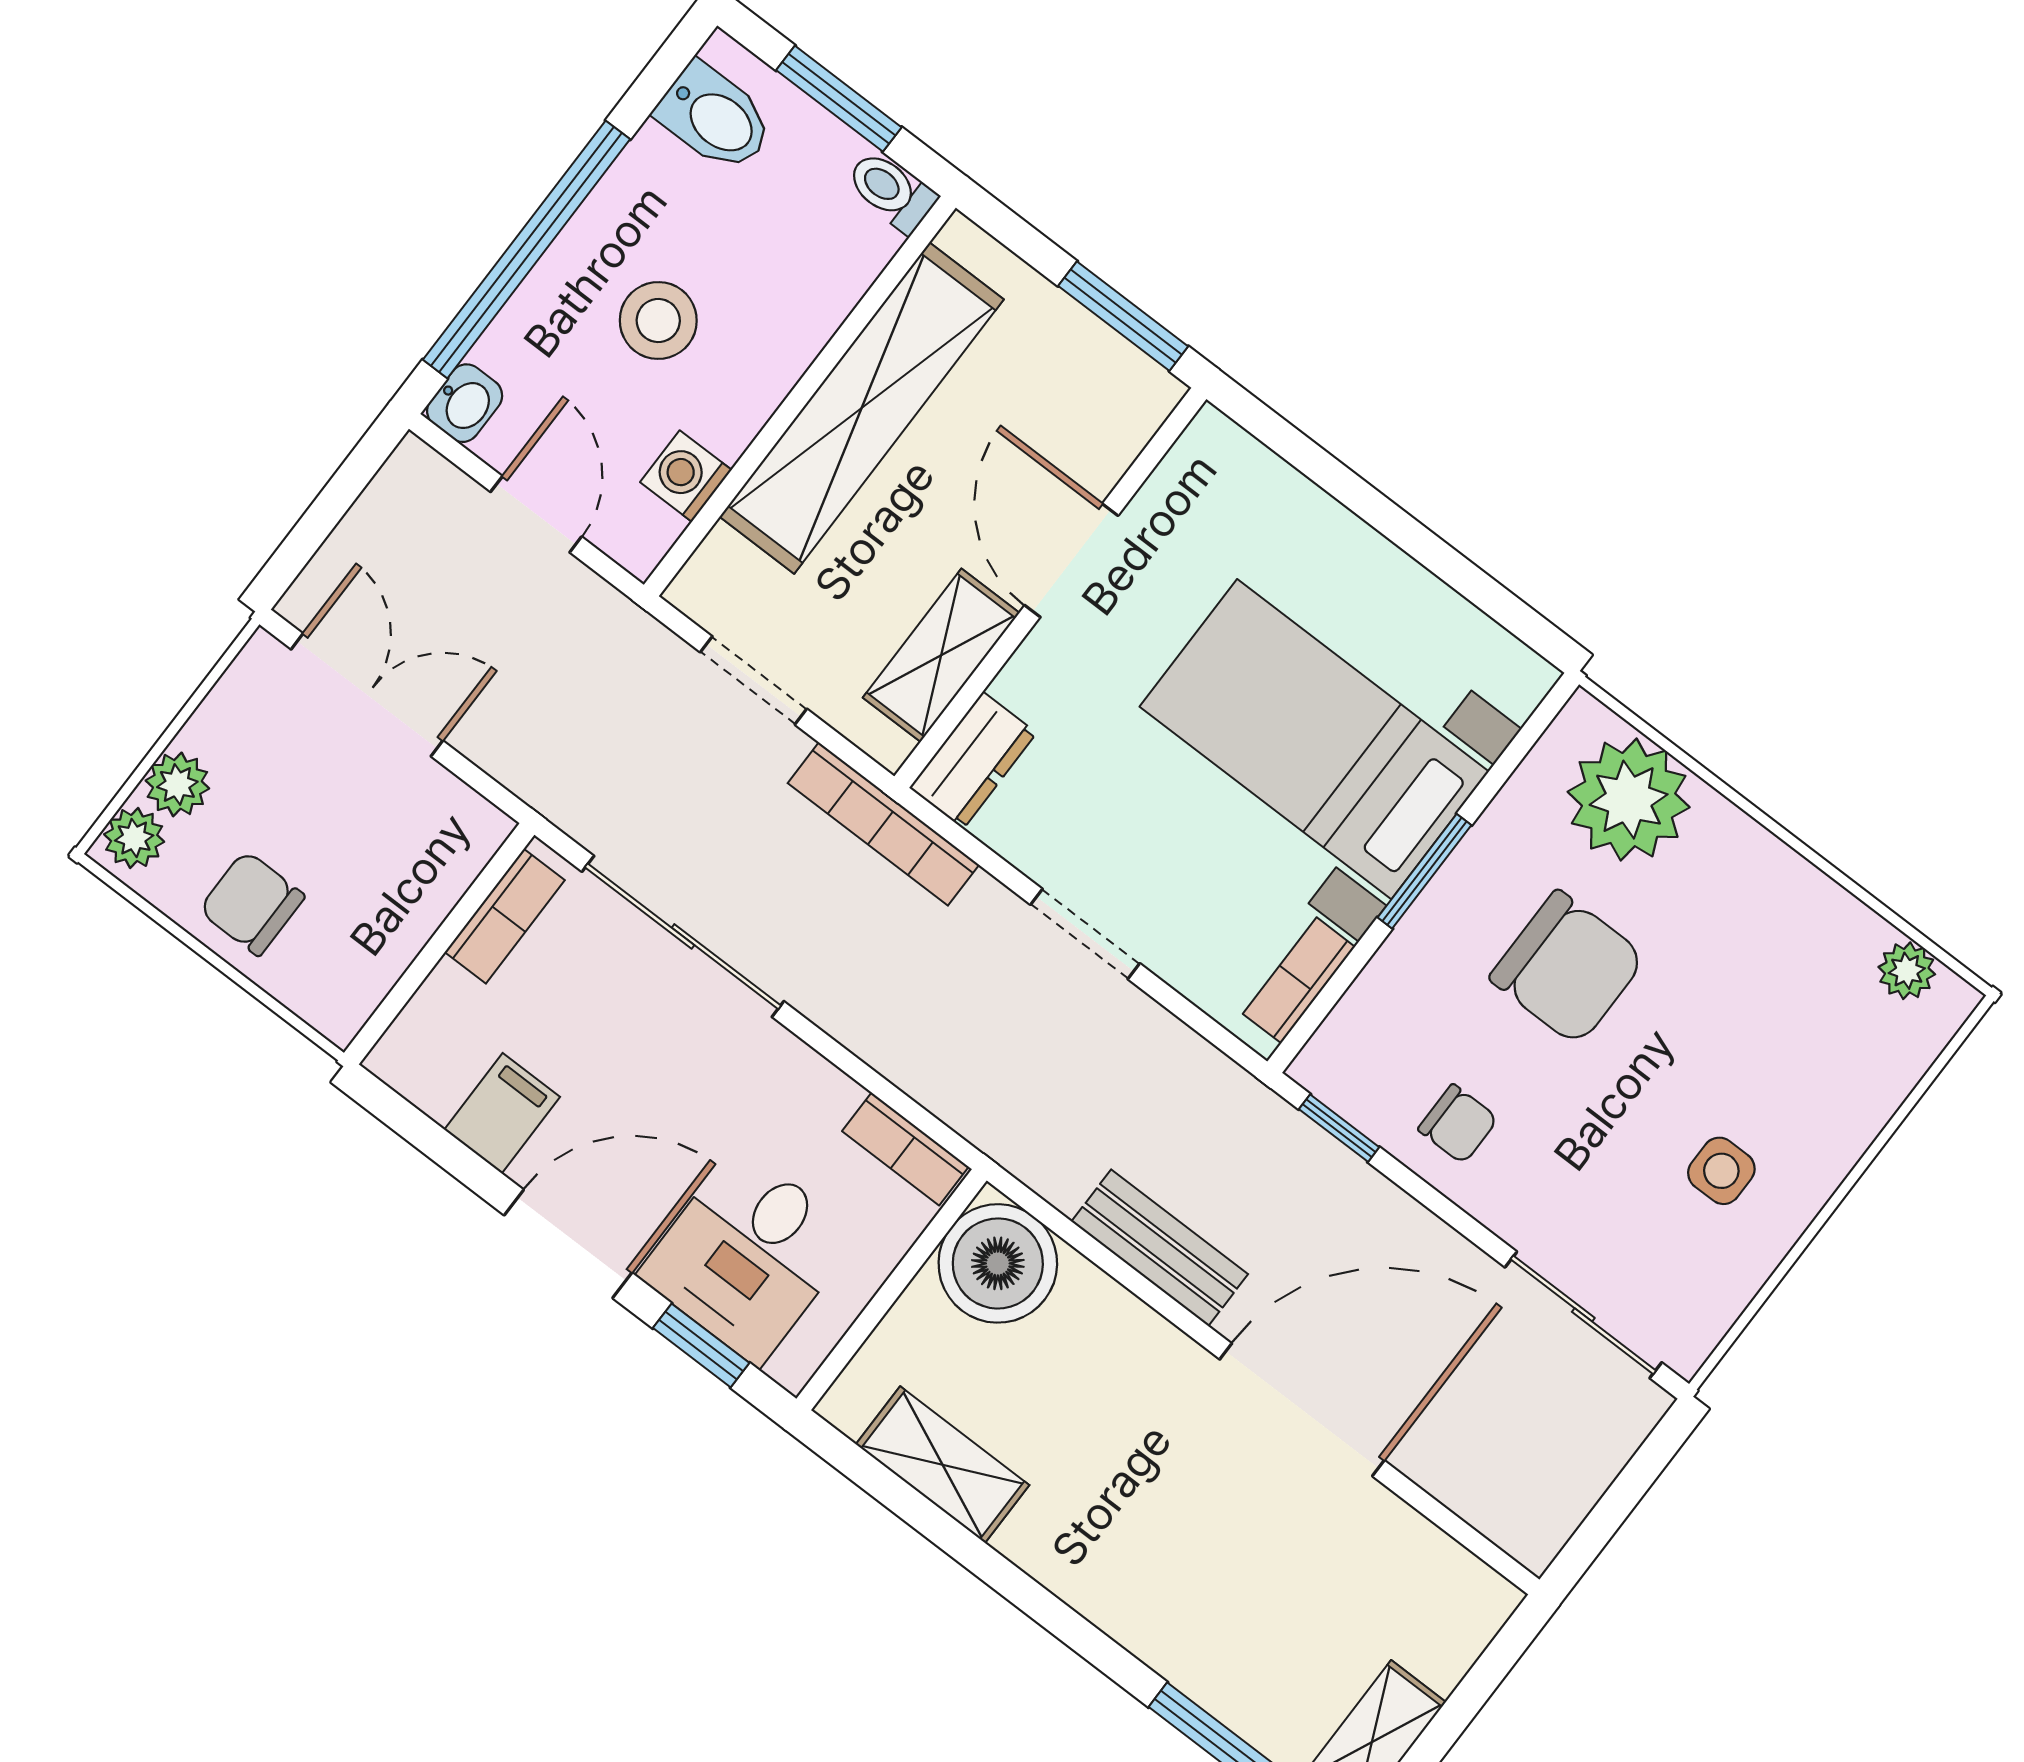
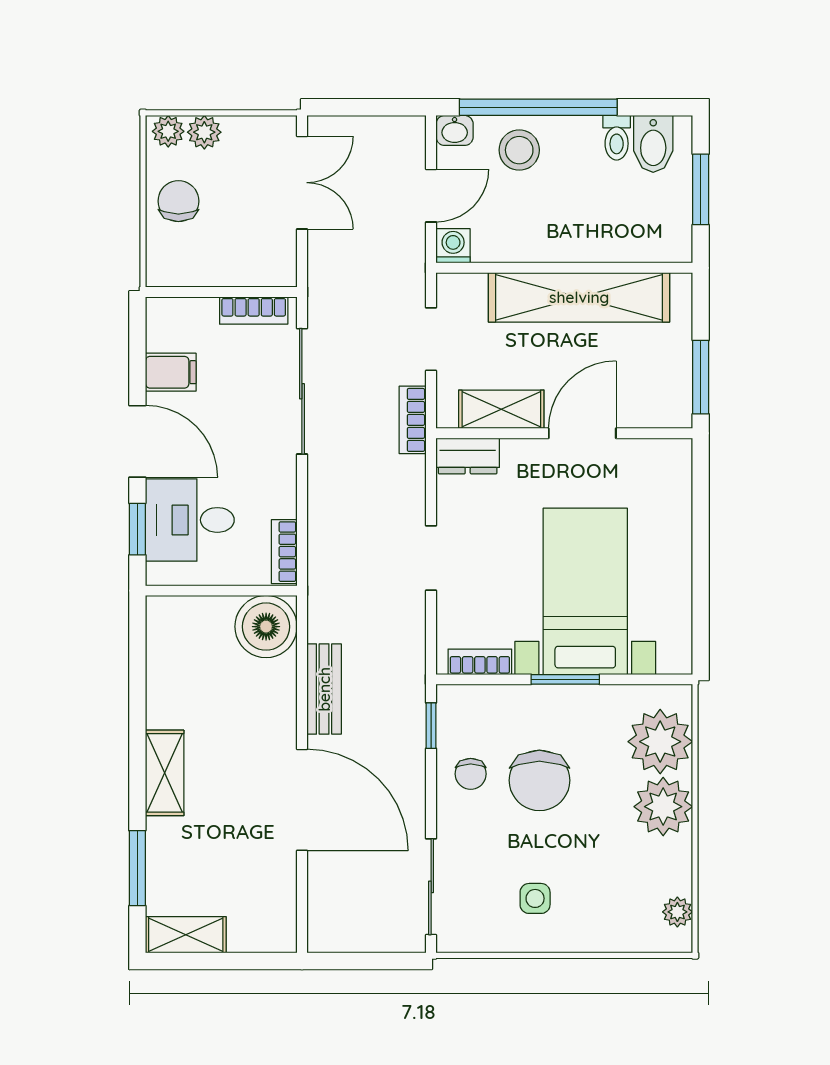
toilet: (891, 191) -> (617, 138), moved, turned 180
stool: (658, 321) -> (519, 150), moved
washing machine: (686, 476) -> (453, 246), moved
bookcase: (883, 824) -> (413, 420), width x0.64
plant: (1730, 870) -> (663, 807), added
chair: (1568, 968) -> (539, 780), moved
shelving: (943, 1465) -> (165, 773), moved

